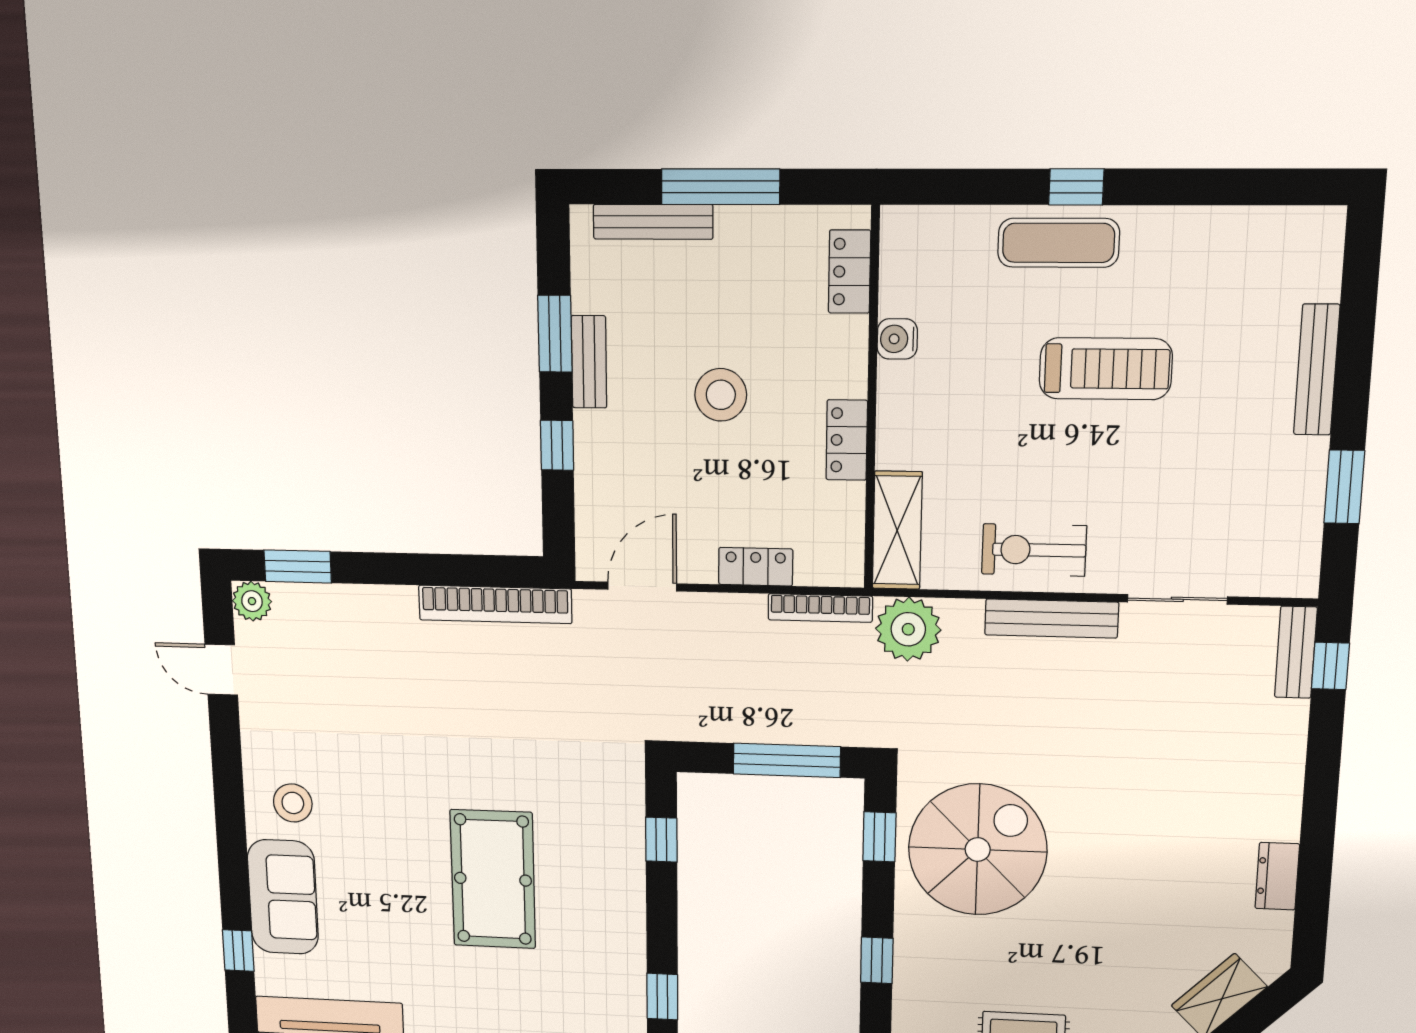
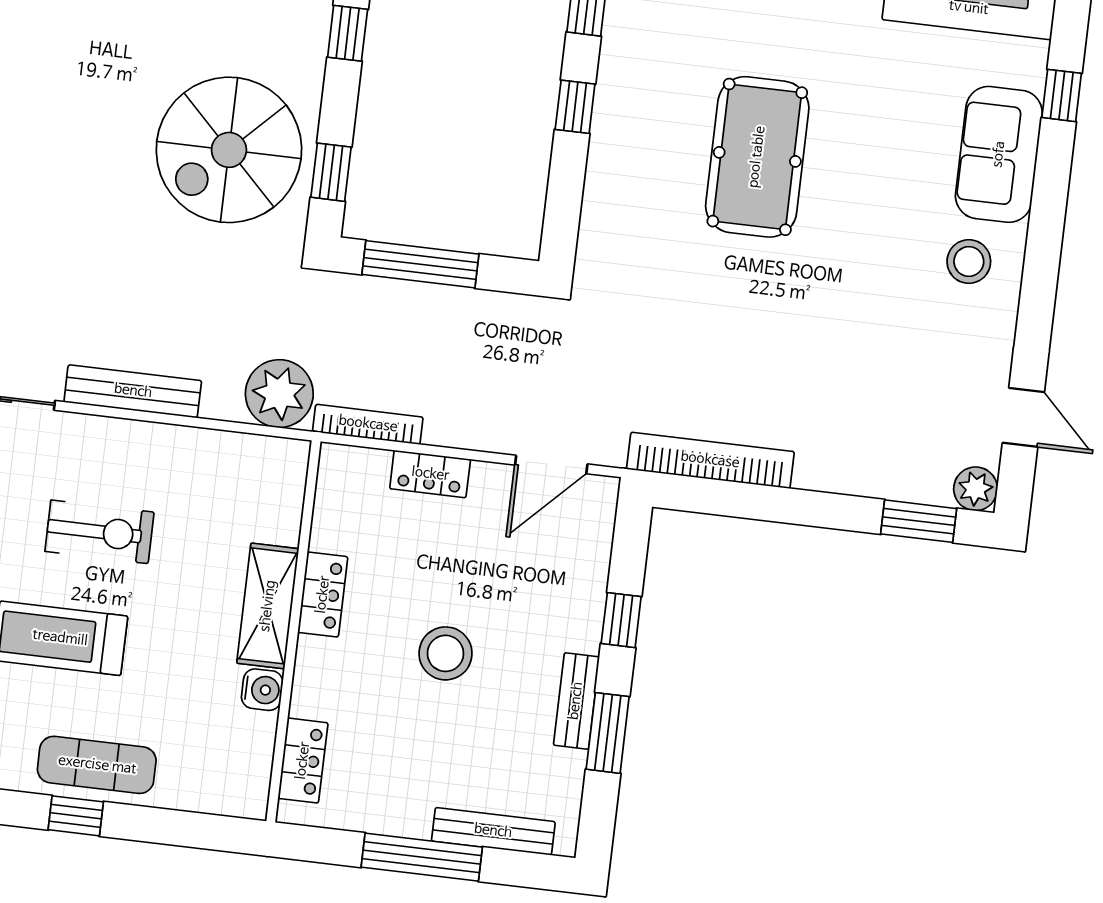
shelving: (897, 530) -> (268, 606), moved
exercise bike: (1034, 550) -> (100, 532), moved
window: (661, 840) -> (575, 107), moved

